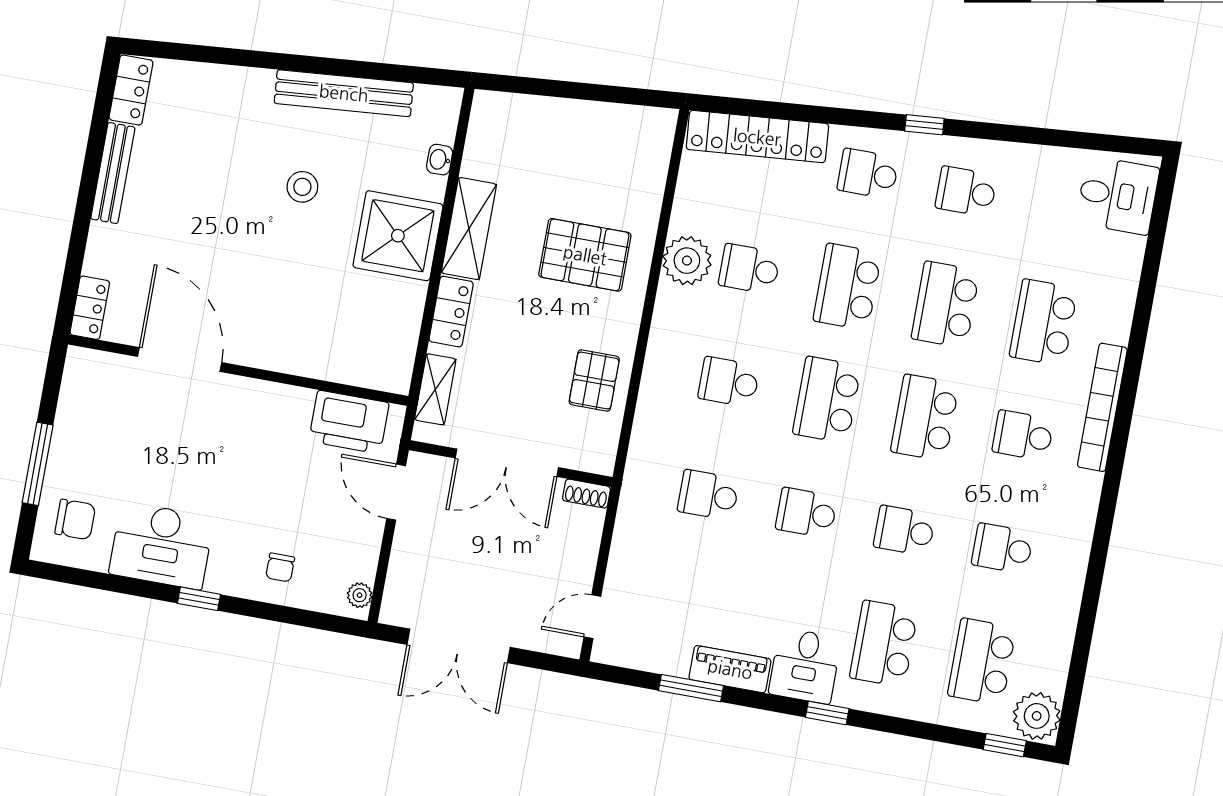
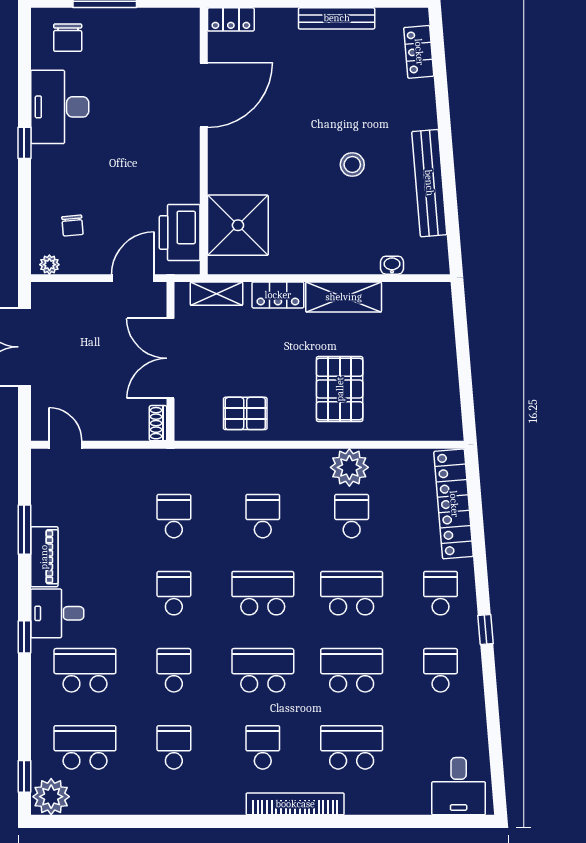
locker: (131, 90) -> (419, 52), moved, turned 85
shower: (398, 236) -> (238, 225), moved
chair: (280, 567) -> (72, 226), moved, turned -95

